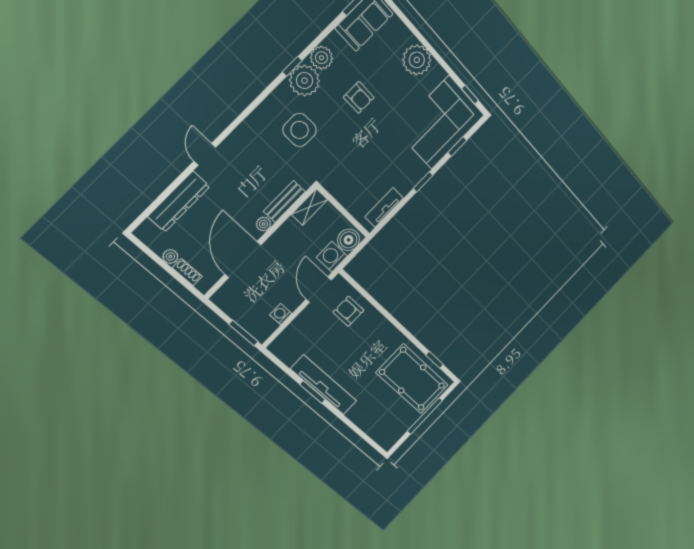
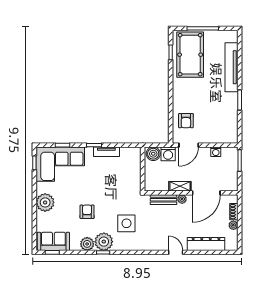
door: (205, 154) -> (176, 252), swing flipped
shelving: (309, 207) -> (180, 186), moved
tv unit: (384, 208) -> (106, 152), moved
tv unit: (324, 385) -> (231, 67), moved

